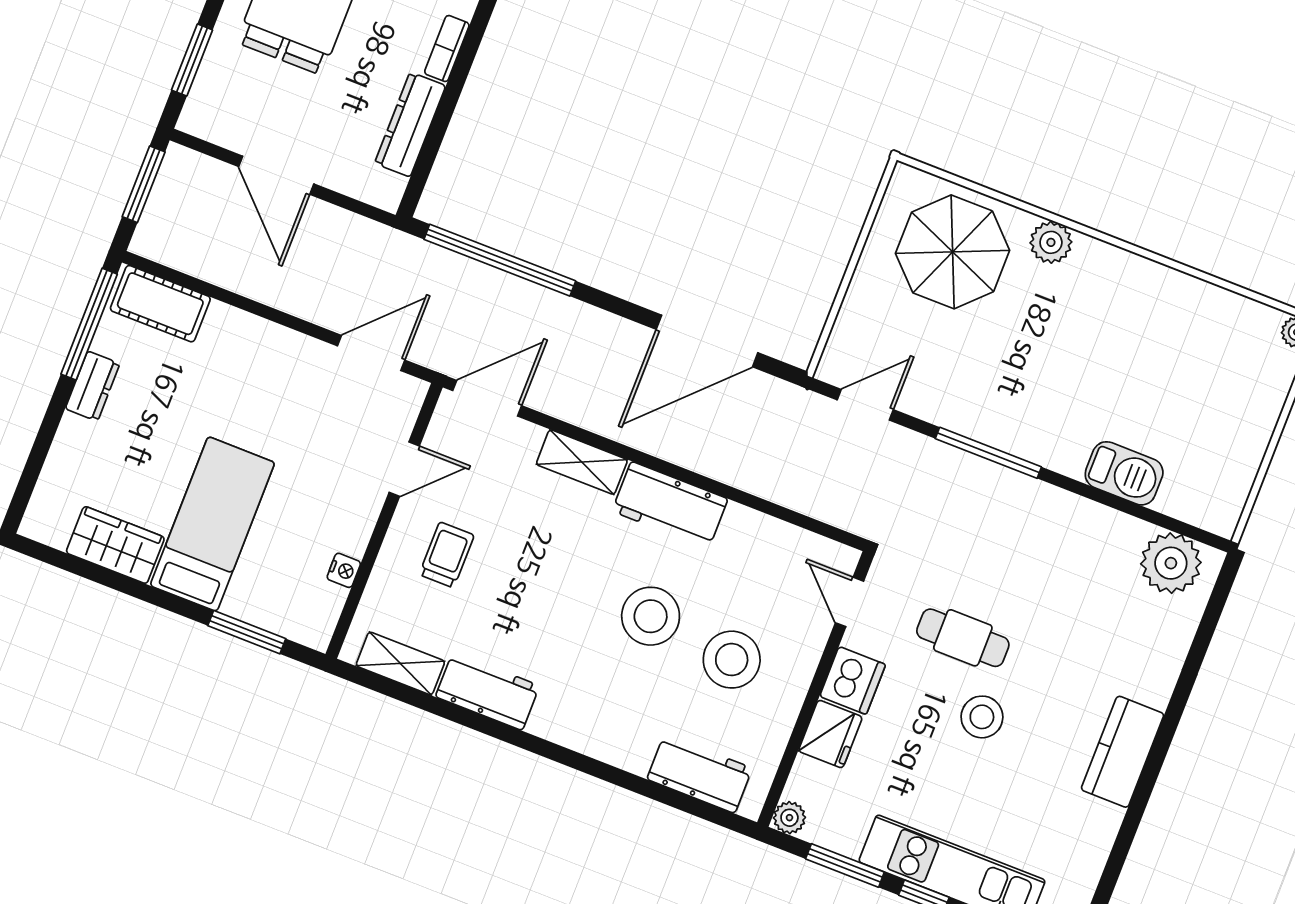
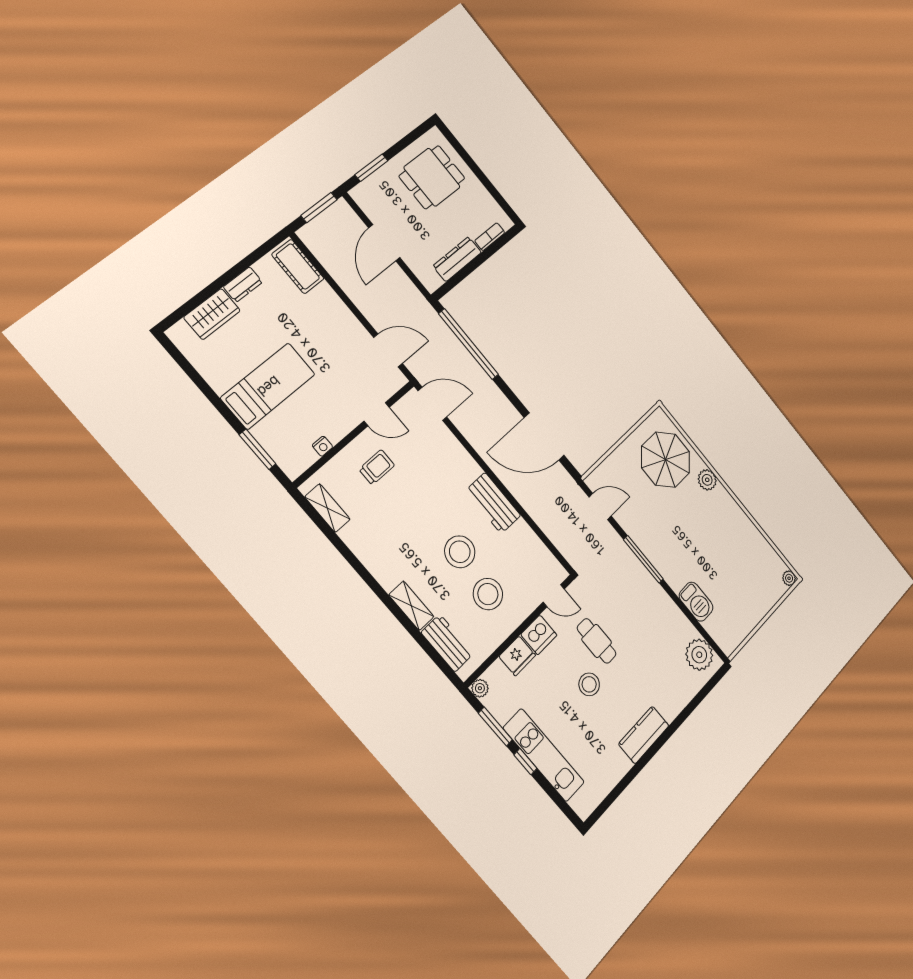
window: (89, 324) -> (257, 255), removed
shelving: (582, 462) -> (411, 606), moved
wardrobe: (115, 545) -> (212, 314), moved, turned 90
door: (850, 602) -> (554, 596), swing flipped
workbench: (487, 691) -> (364, 546), removed

